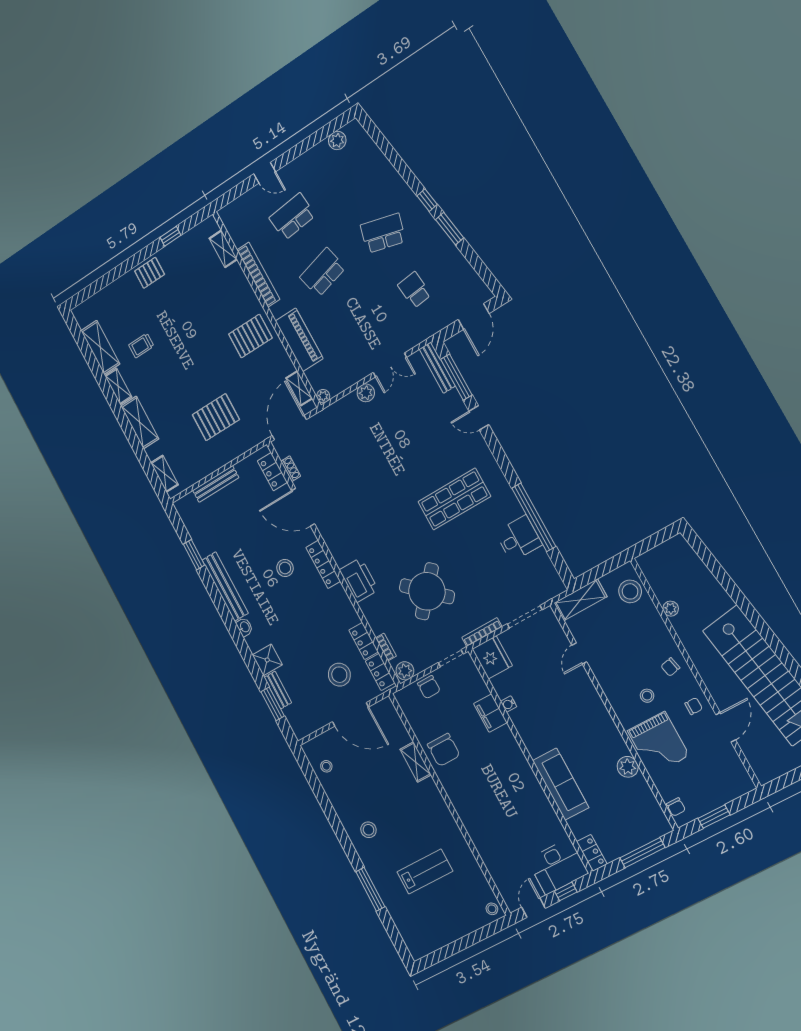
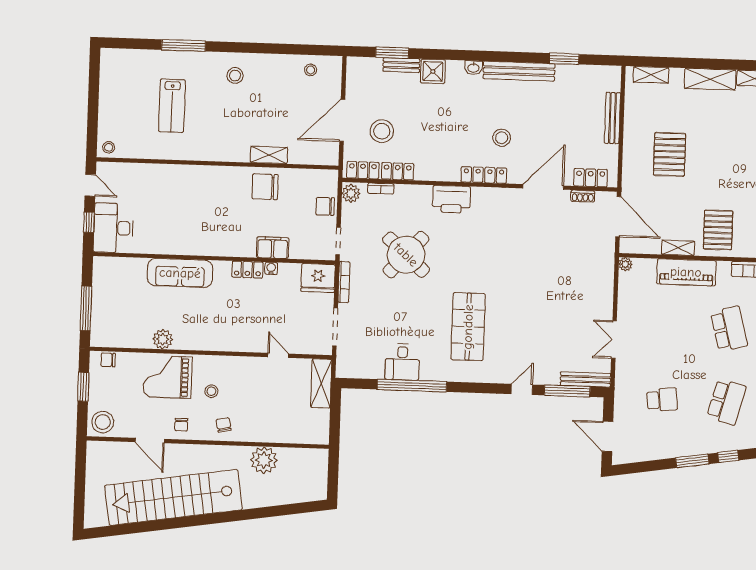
shelving: (299, 388) -> (678, 248), moved
plant: (366, 393) -> (604, 304), removed
stool: (630, 591) -> (103, 422), moved
plant: (671, 609) -> (264, 460), width x1.87, depth x1.87
locker: (592, 853) -> (247, 270), moved

